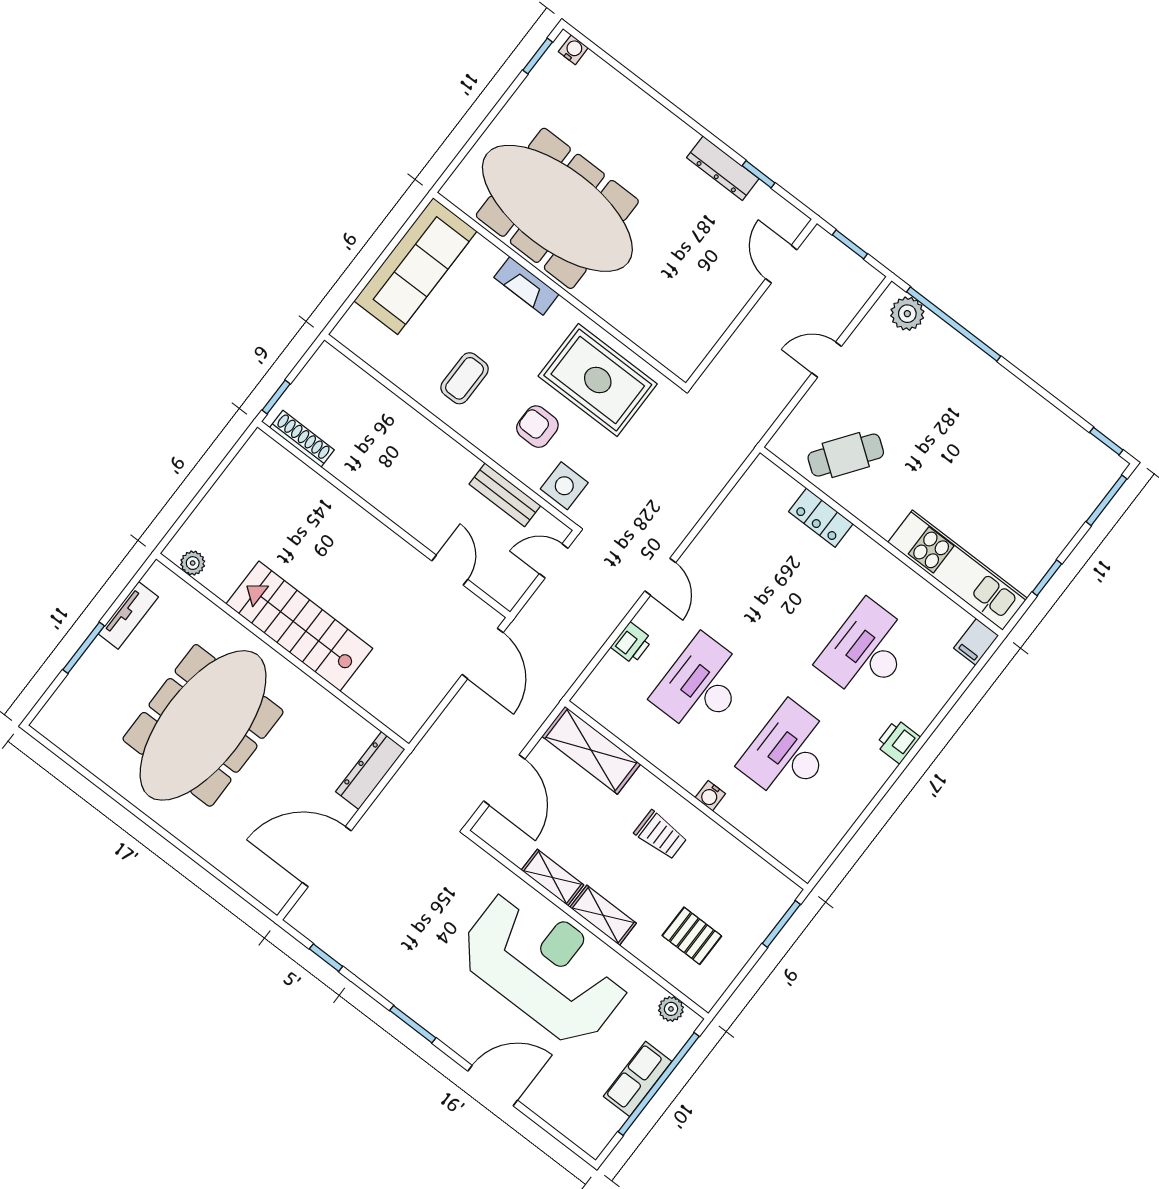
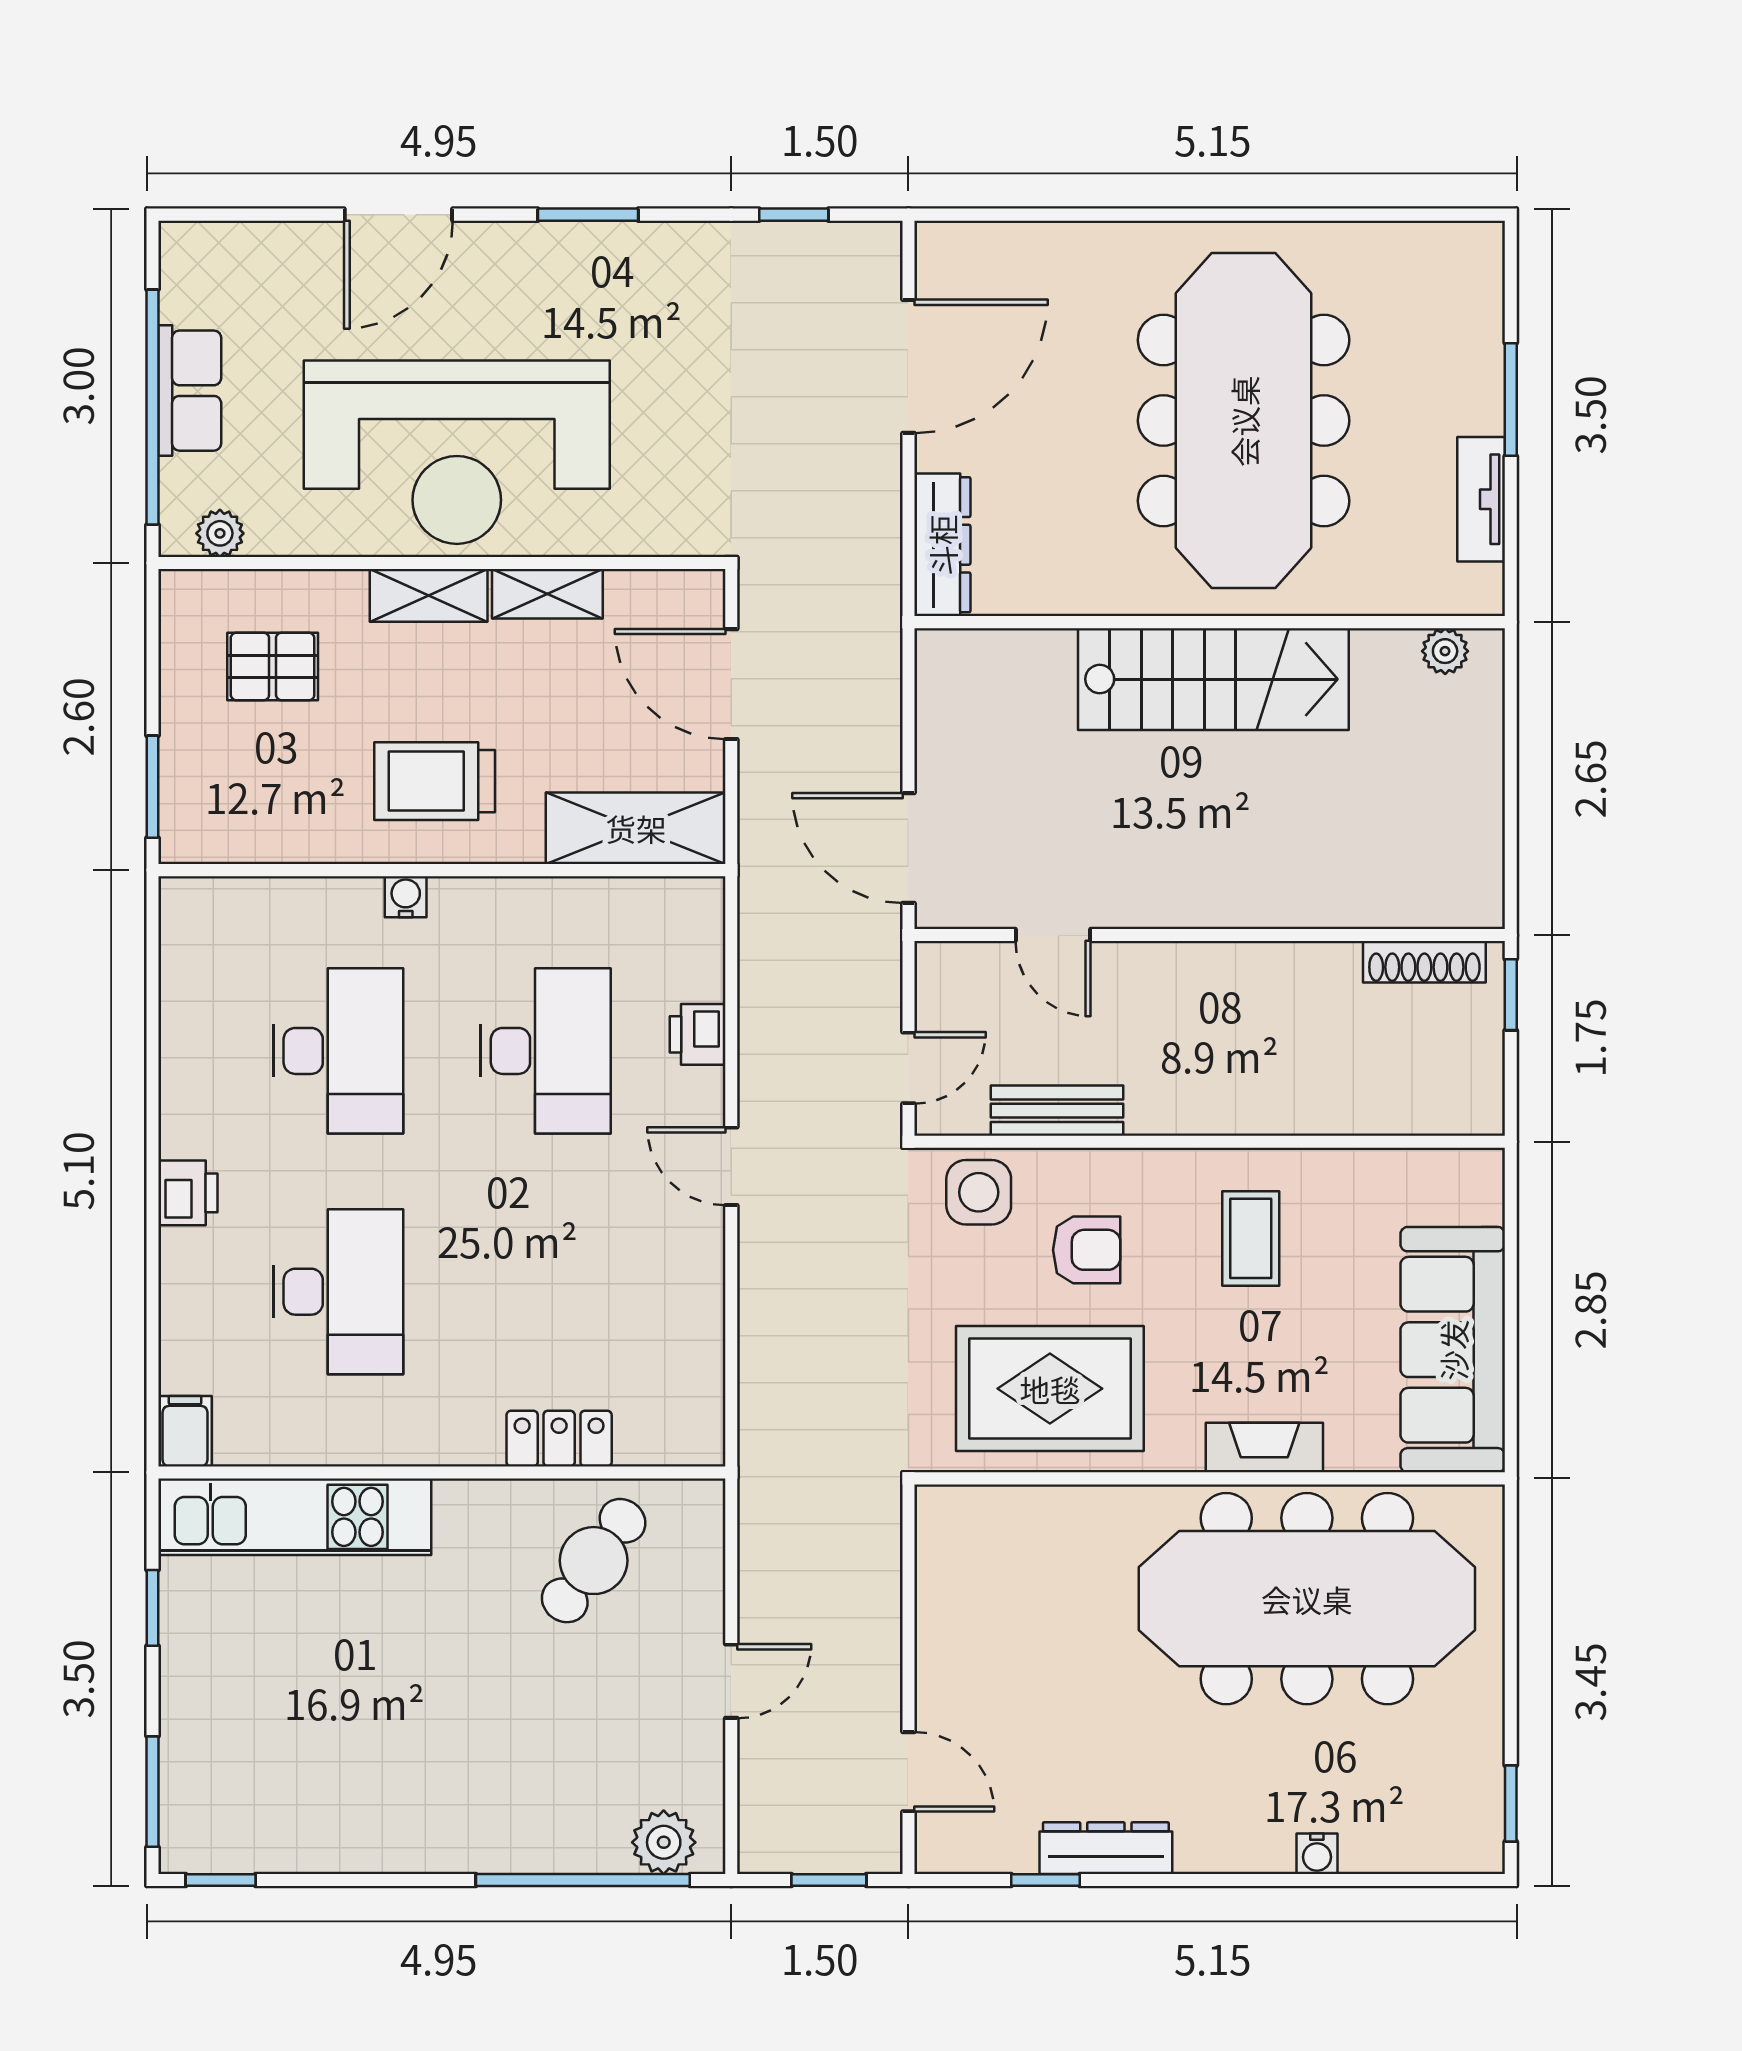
water cooler: (573, 50) -> (1317, 1854), moved
trolley: (661, 835) -> (435, 781), width x1.36, depth x1.39

